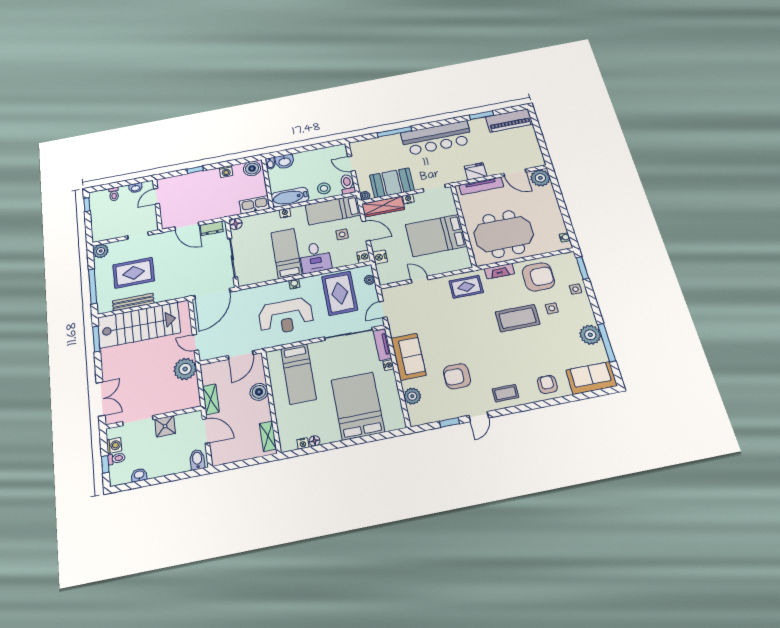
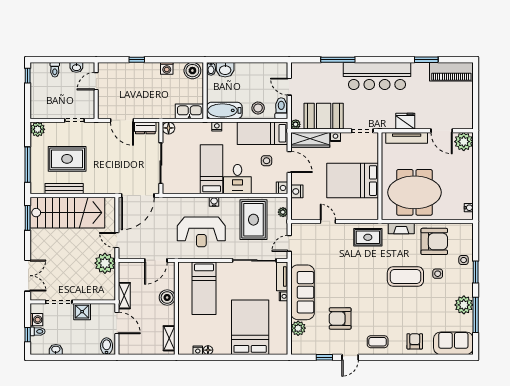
window: (582, 268) -> (476, 272), moved
sofa: (408, 357) -> (302, 292), width x1.36

